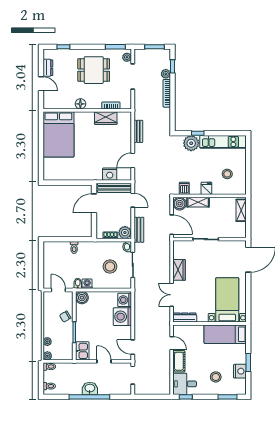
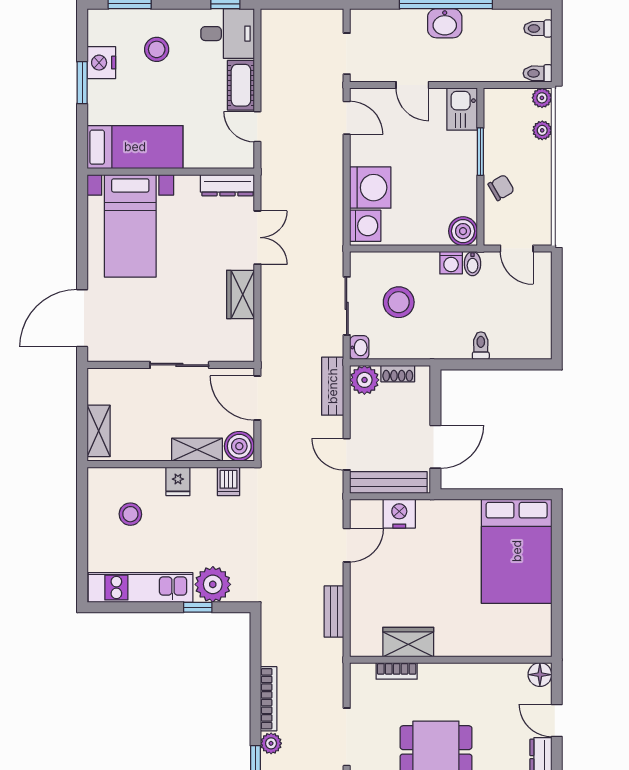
floor lamp: (80, 104) -> (540, 675), moved
bed: (58, 134) -> (517, 551), moved, turned 180

